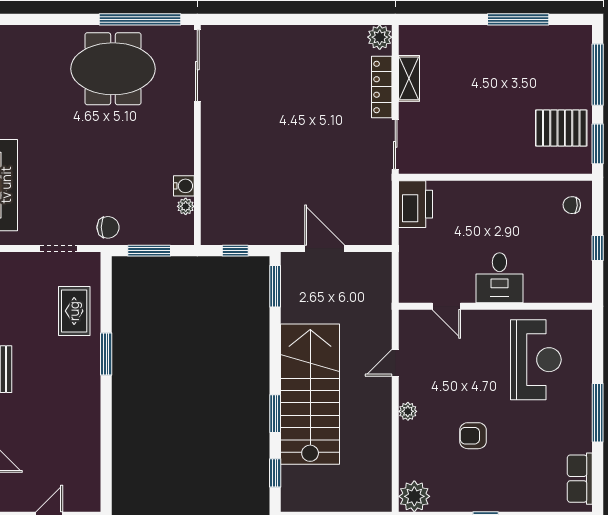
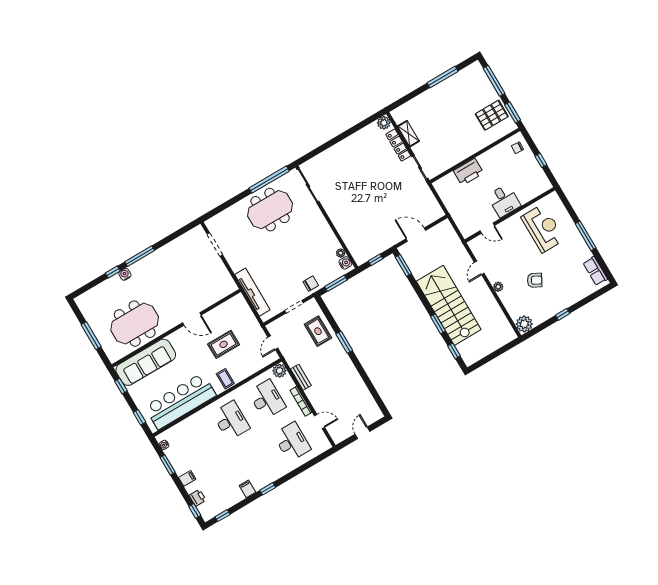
water cooler: (184, 186) -> (345, 263), moved
printer: (416, 204) -> (469, 172), moved, turned 90
armchair: (473, 436) -> (535, 280), turned -152

